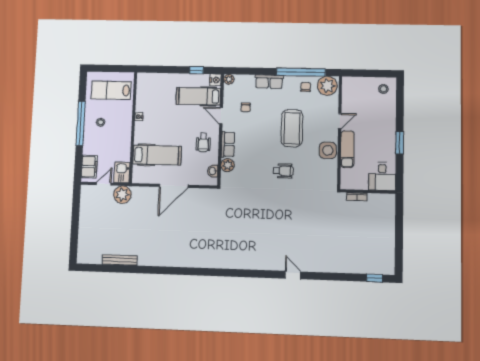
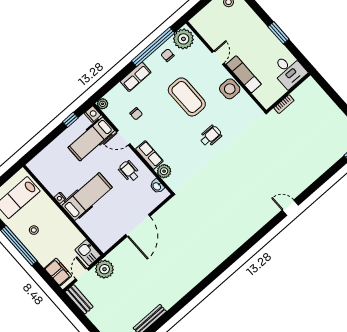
wheelchair: (203, 143) -> (129, 171), turned 180
hospital bed: (157, 155) -> (87, 197), moved
bench: (85, 199) -> (79, 299), added

